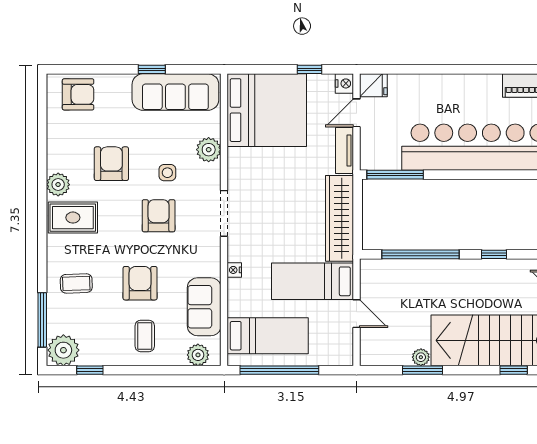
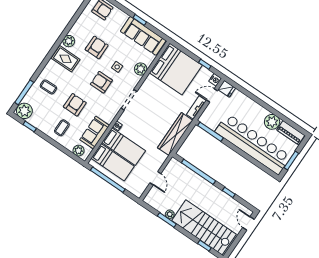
plant: (486, 89) -> (272, 122), added
armchair: (159, 216) -> (101, 82), turned -90
bed: (313, 281) -> (124, 147), moved, turned 180

